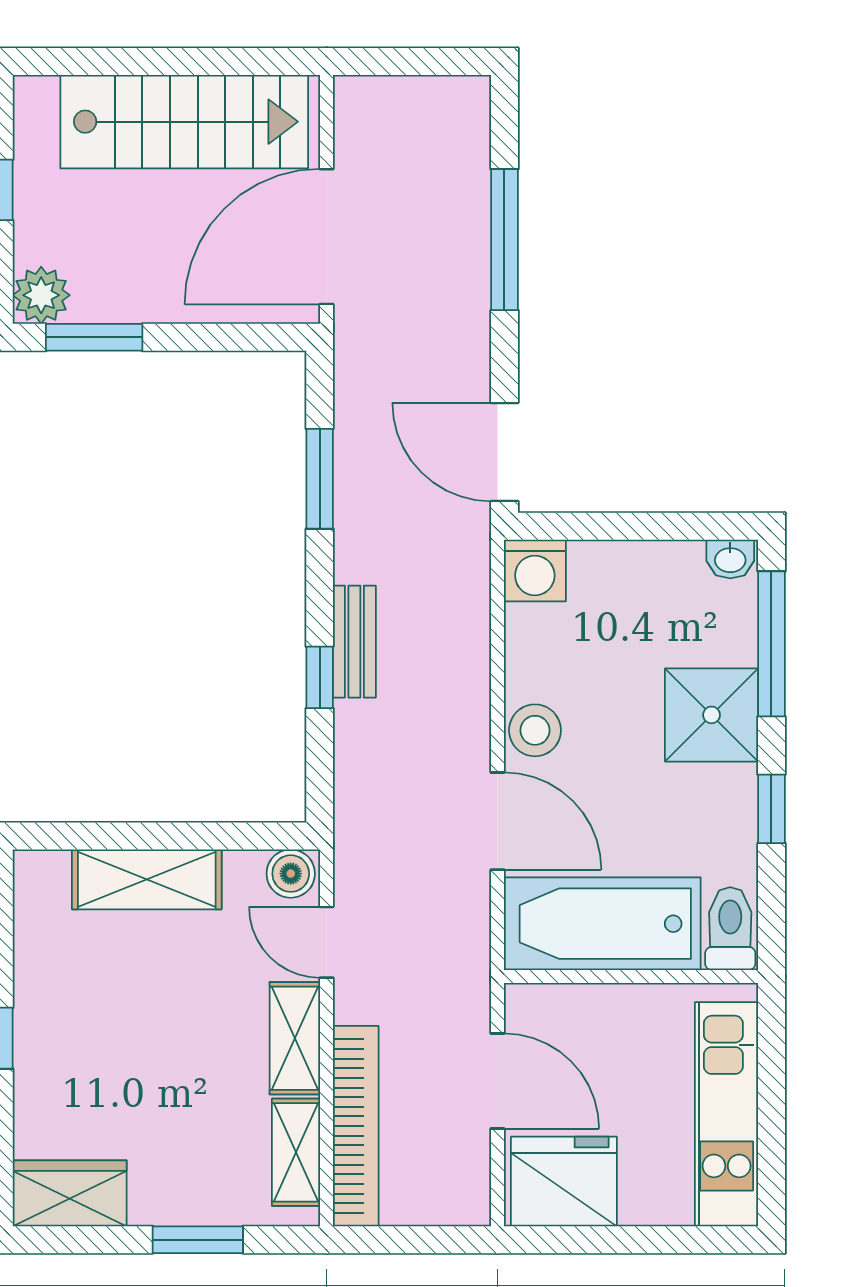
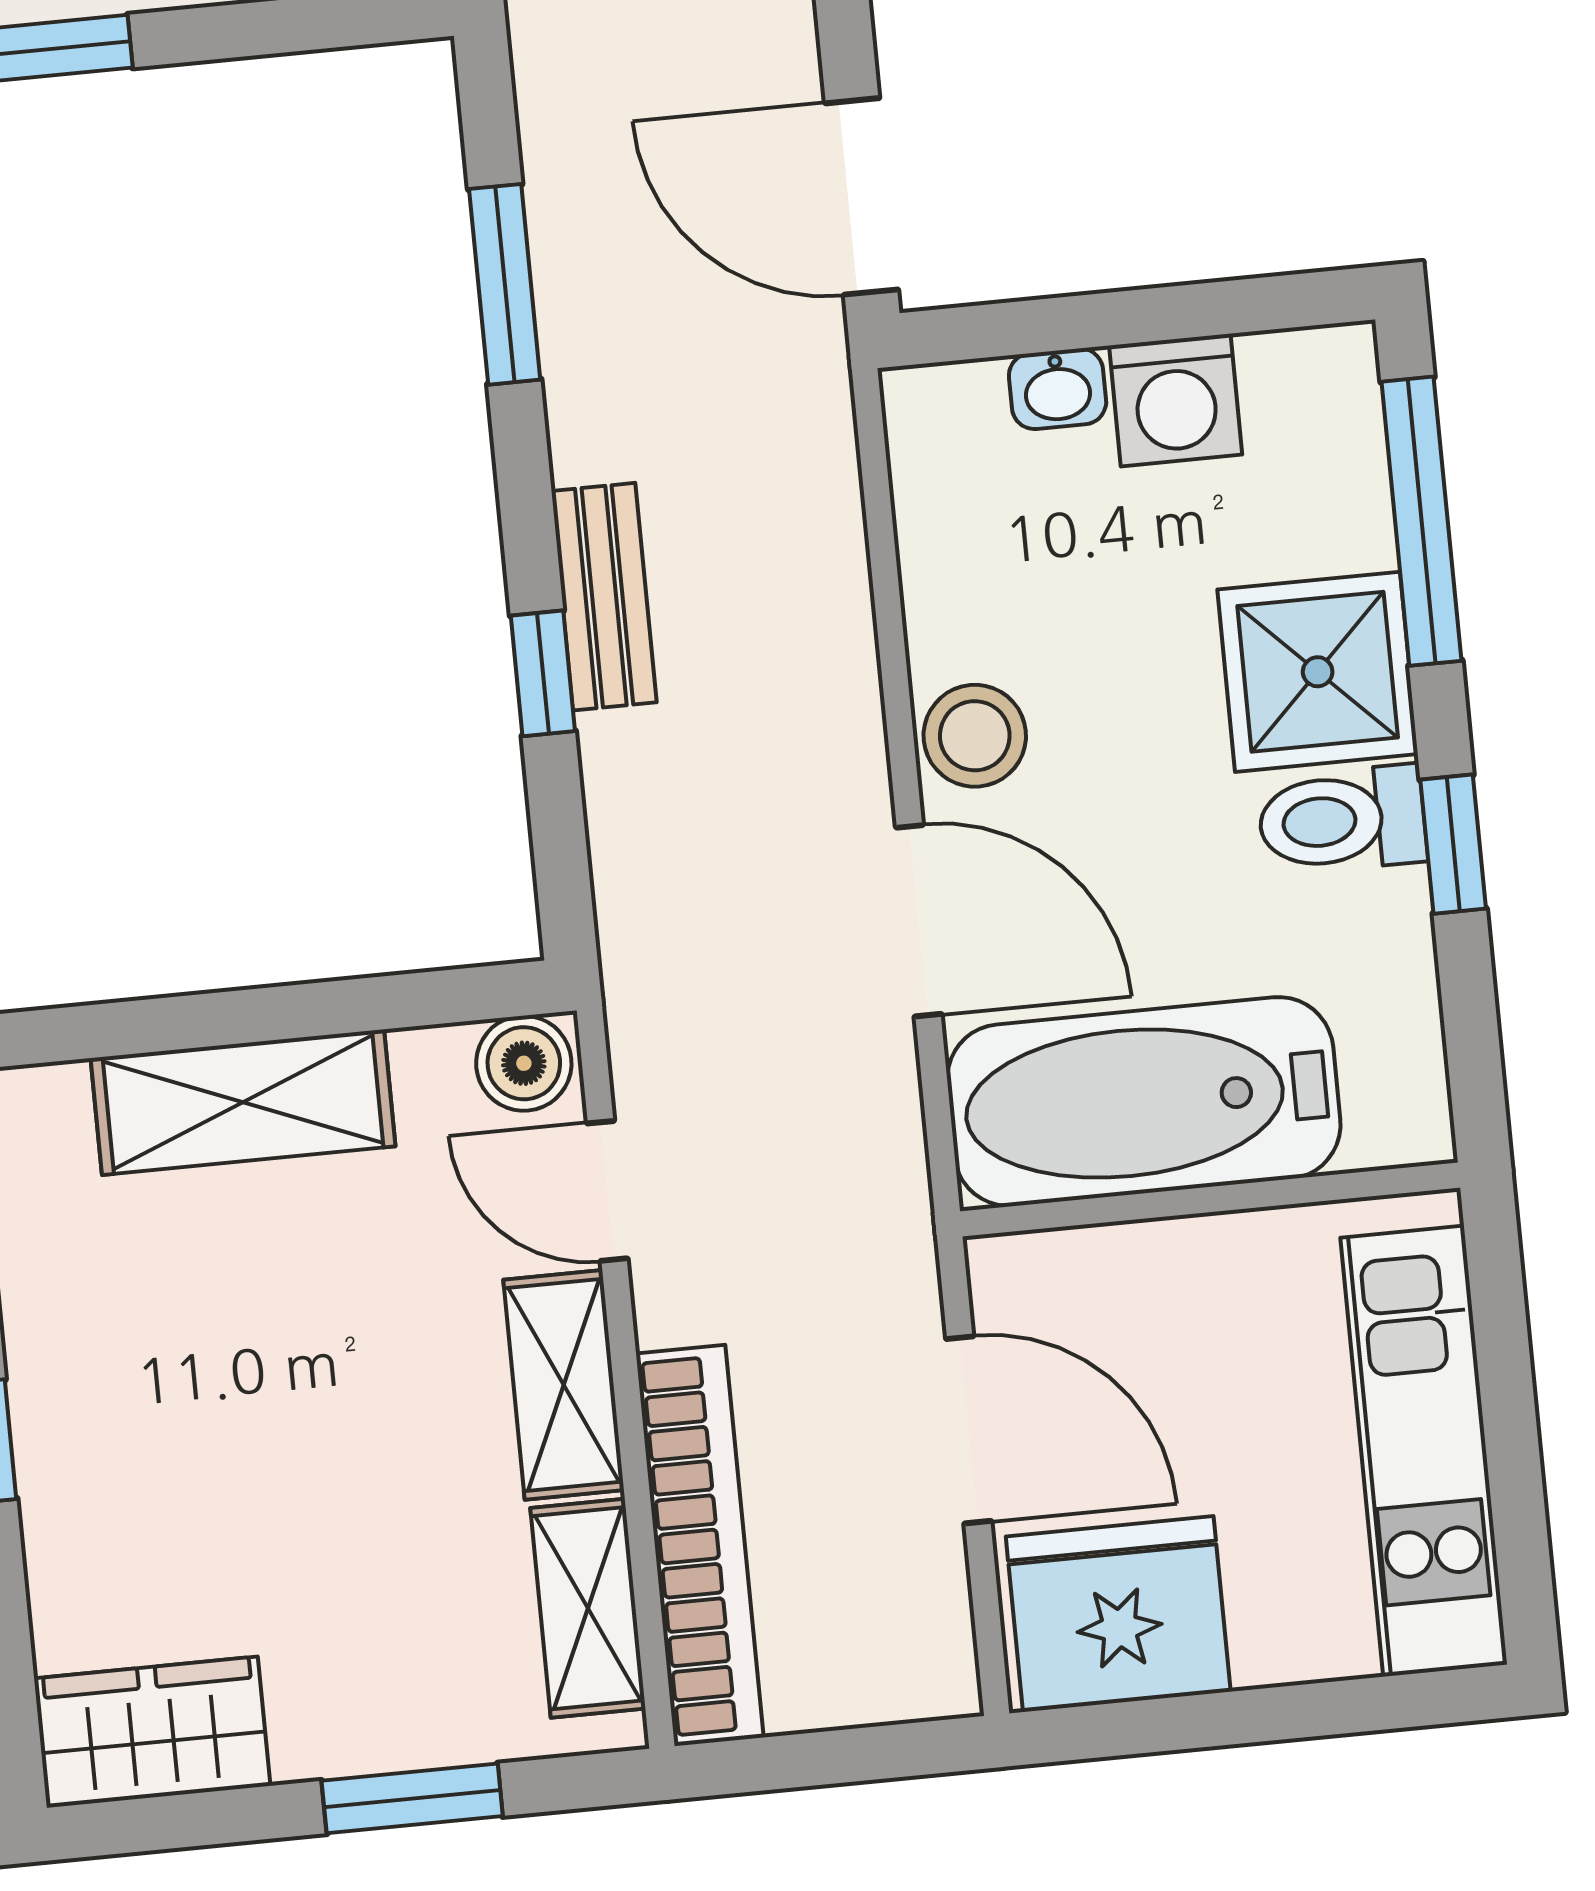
washbasin: (730, 559) -> (1058, 389), moved
washing machine: (535, 571) -> (1176, 400), moved
toilet: (730, 929) -> (1342, 820), moved, turned -90

